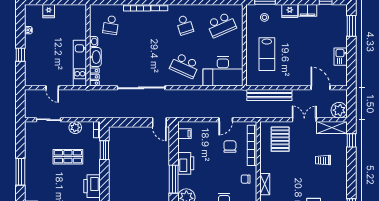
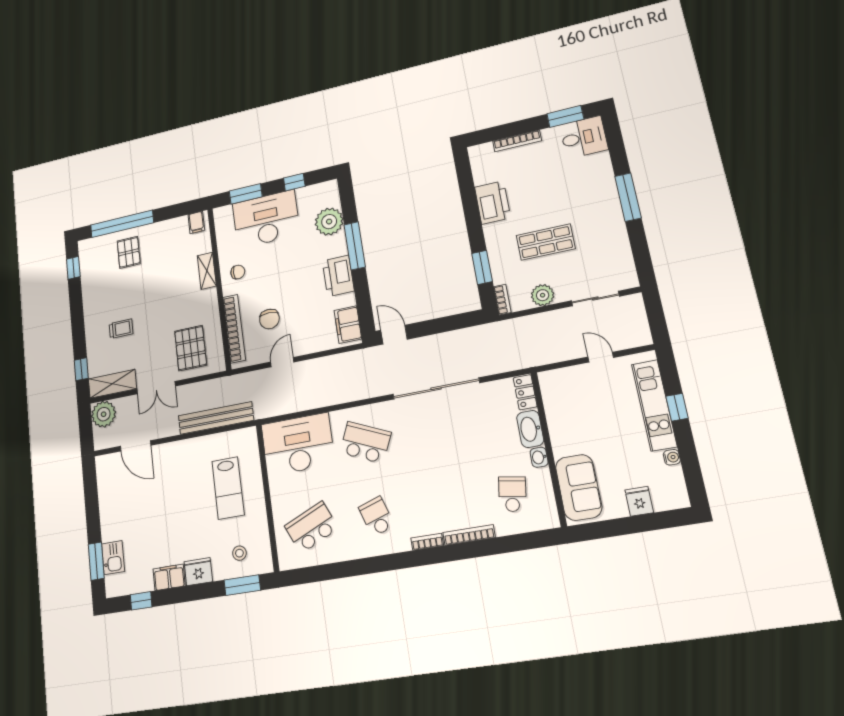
sofa: (77, 23) -> (579, 487), added
lab bench: (267, 54) -> (228, 488), turned 180
kitchen sink: (341, 57) -> (113, 558), moved
kitchen unit: (80, 63) -> (654, 405), moved, turned 180
filing cabinet: (184, 134) -> (348, 325), width x2.00

